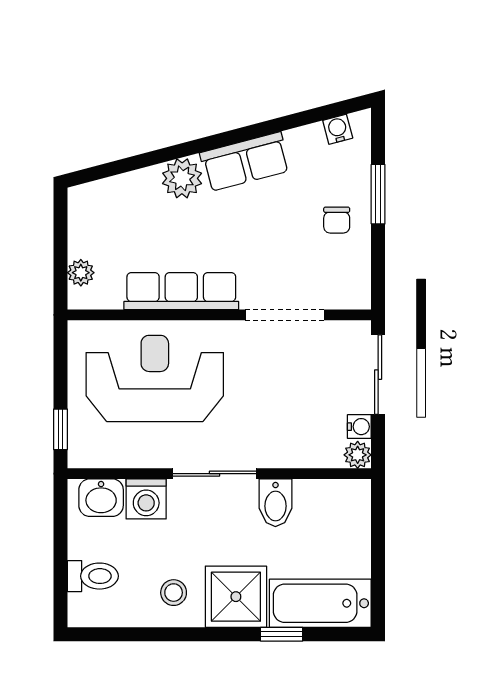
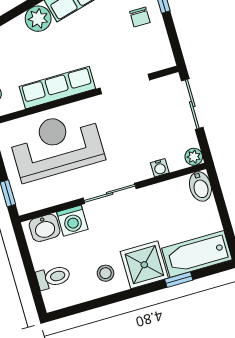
water cooler: (359, 427) -> (160, 168), moved, turned 90
bidet: (275, 503) -> (200, 186), moved

